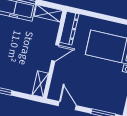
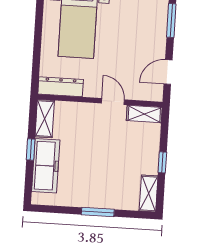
door: (55, 53) -> (113, 101), moved

